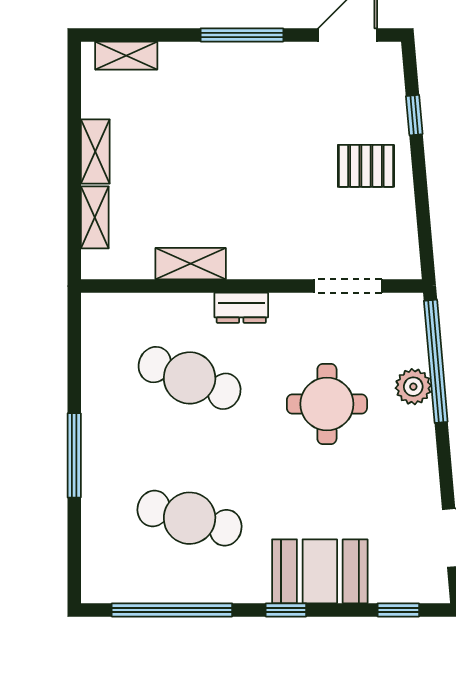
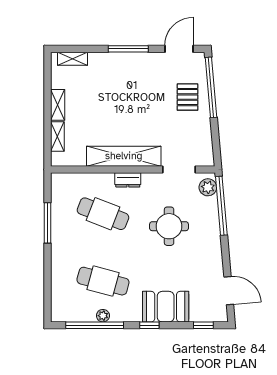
window: (414, 115) -> (211, 87), width x3.17
pallet: (366, 166) -> (188, 97), moved, turned 90
shelving: (191, 264) -> (124, 156), width x2.20, depth x1.33
plant: (413, 387) -> (208, 187), moved
window: (74, 455) -> (48, 223), moved
plant: (190, 590) -> (103, 316), added

